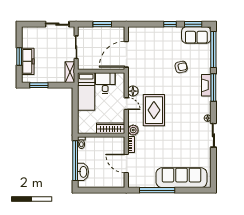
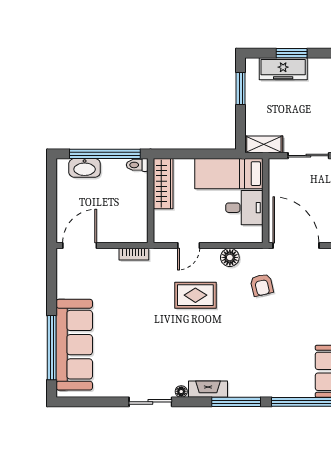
armchair: (181, 67) -> (262, 285), moved
fireplace: (206, 85) -> (208, 389), moved
door: (126, 104) -> (189, 246), moved
rug: (154, 110) -> (195, 295), width x0.73, depth x0.70
wardrobe: (111, 128) -> (163, 184), moved
plant: (133, 130) -> (160, 258), removed
door: (126, 163) -> (80, 246), moved
window: (157, 190) -> (52, 348), moved

